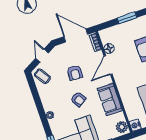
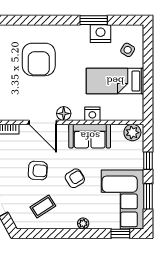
floor lamp: (109, 49) -> (64, 114), moved
coffee table: (42, 76) -> (43, 206), moved
nightstand: (135, 125) -> (92, 114), moved

